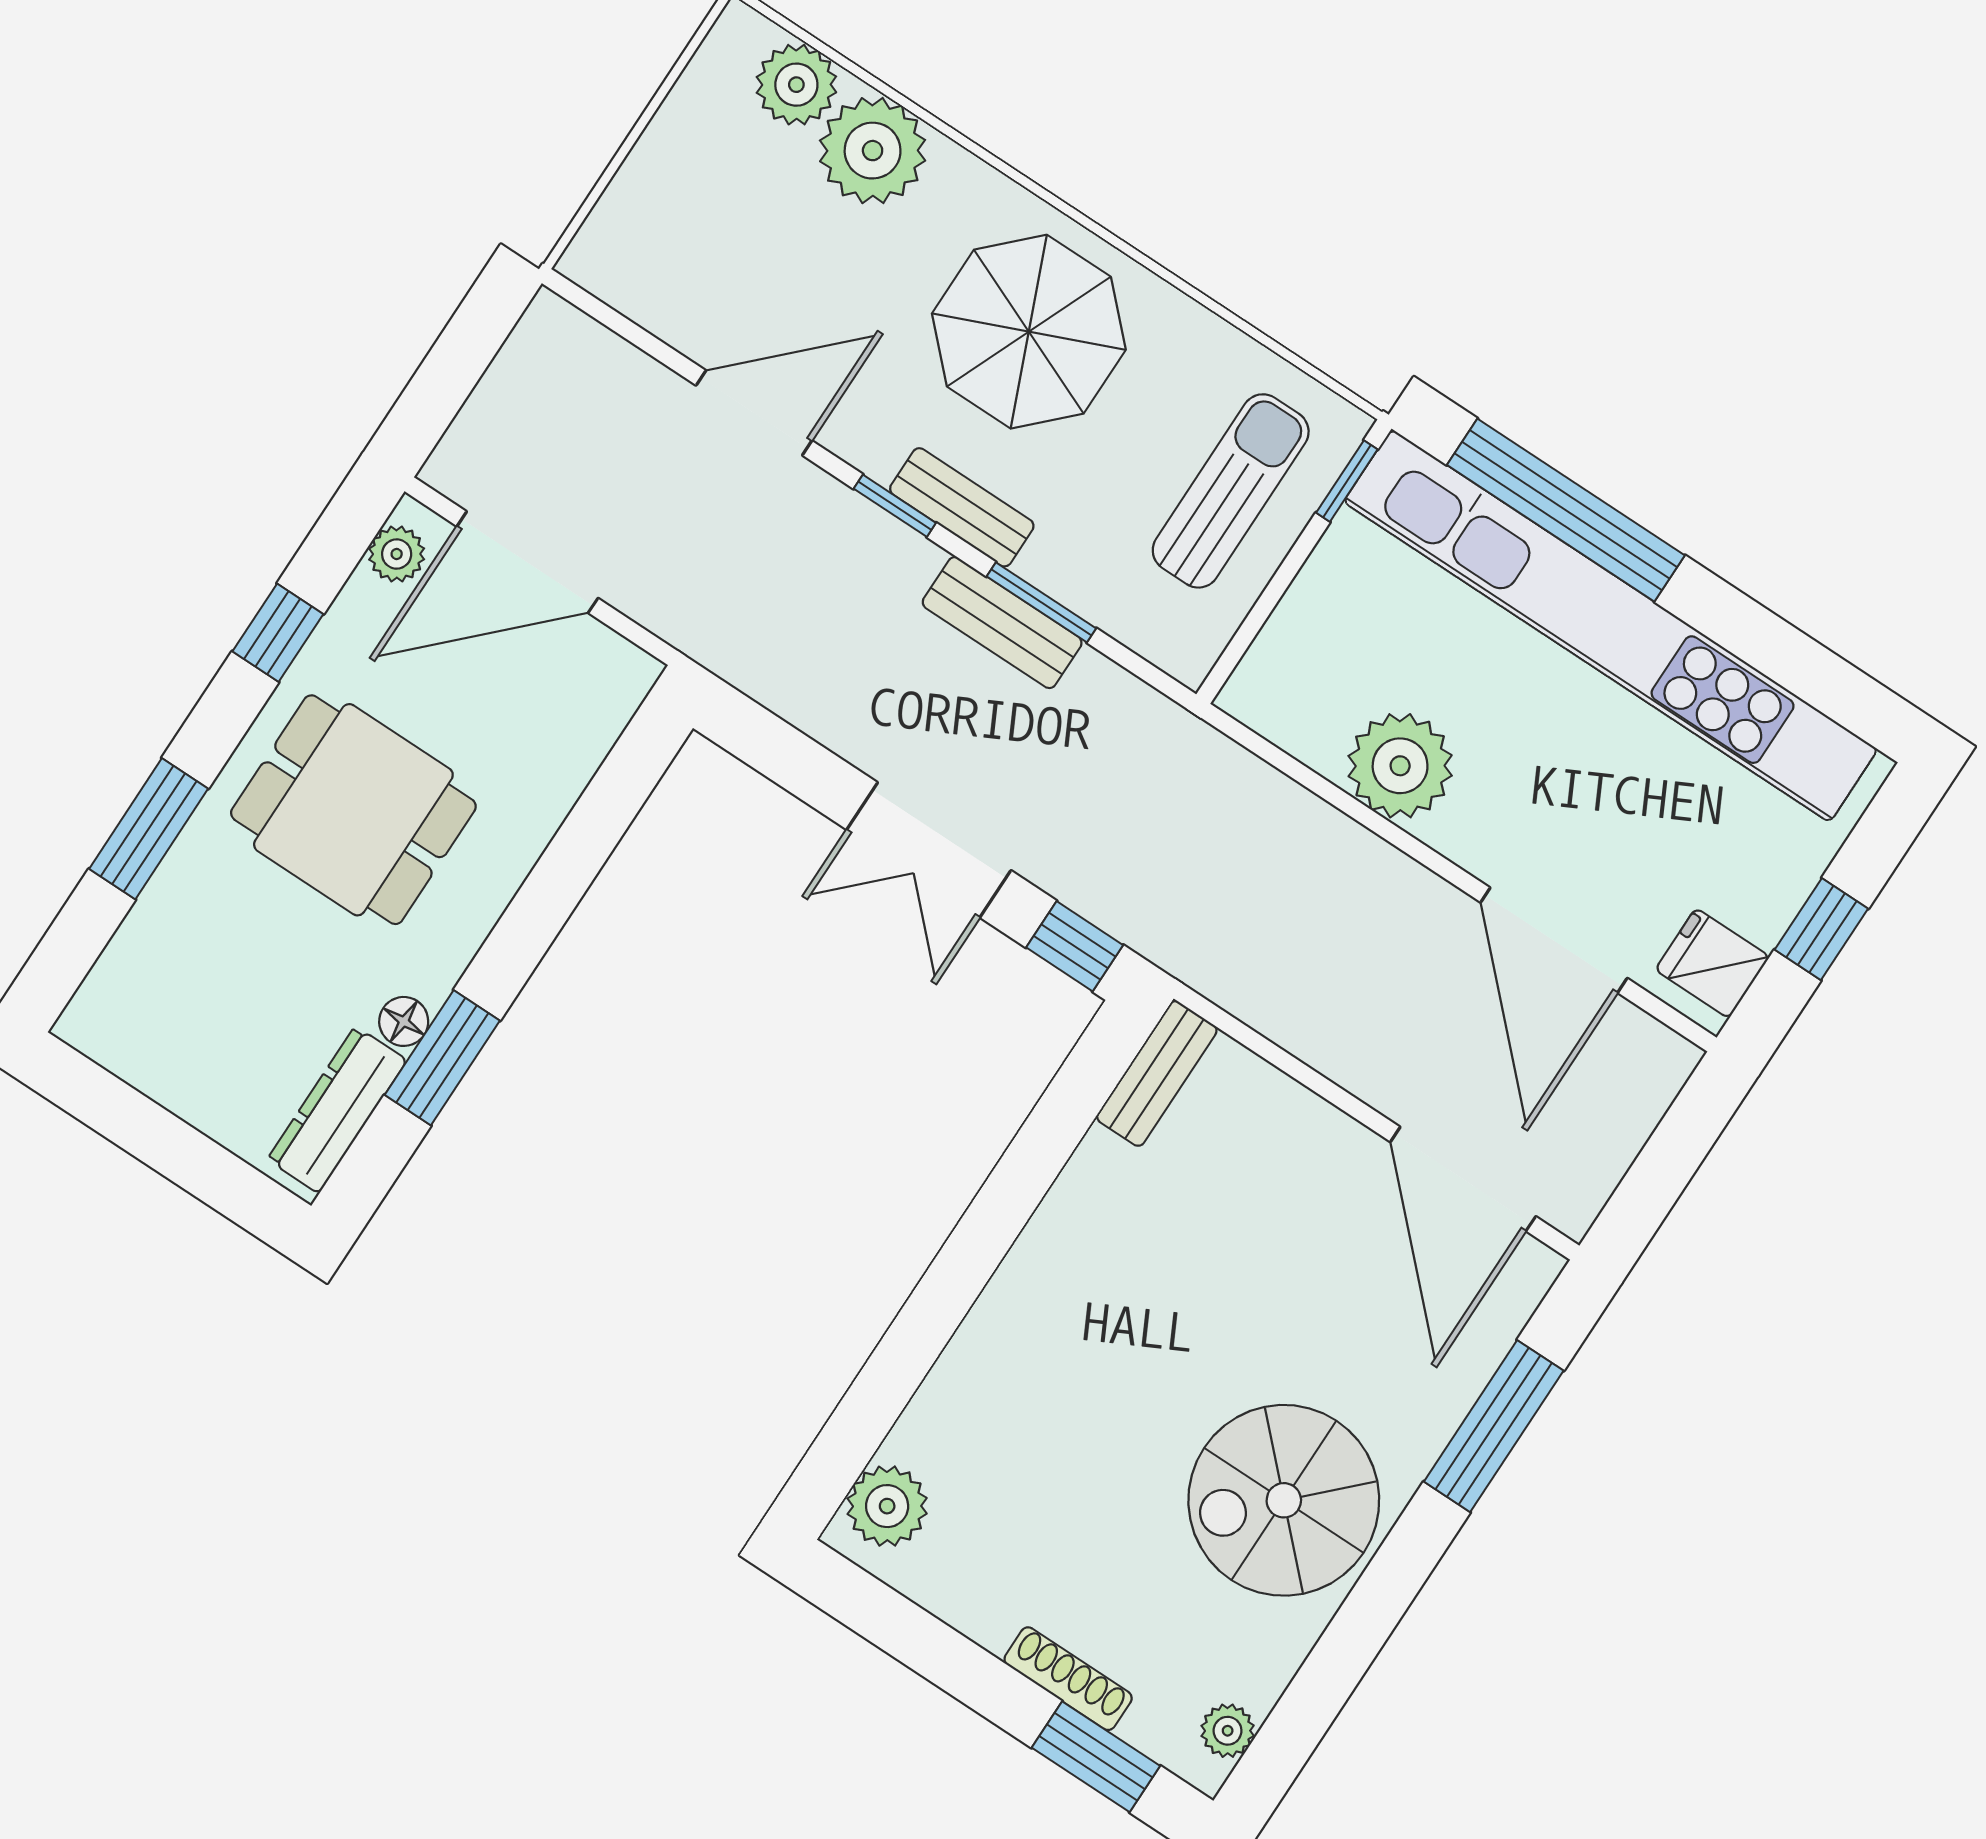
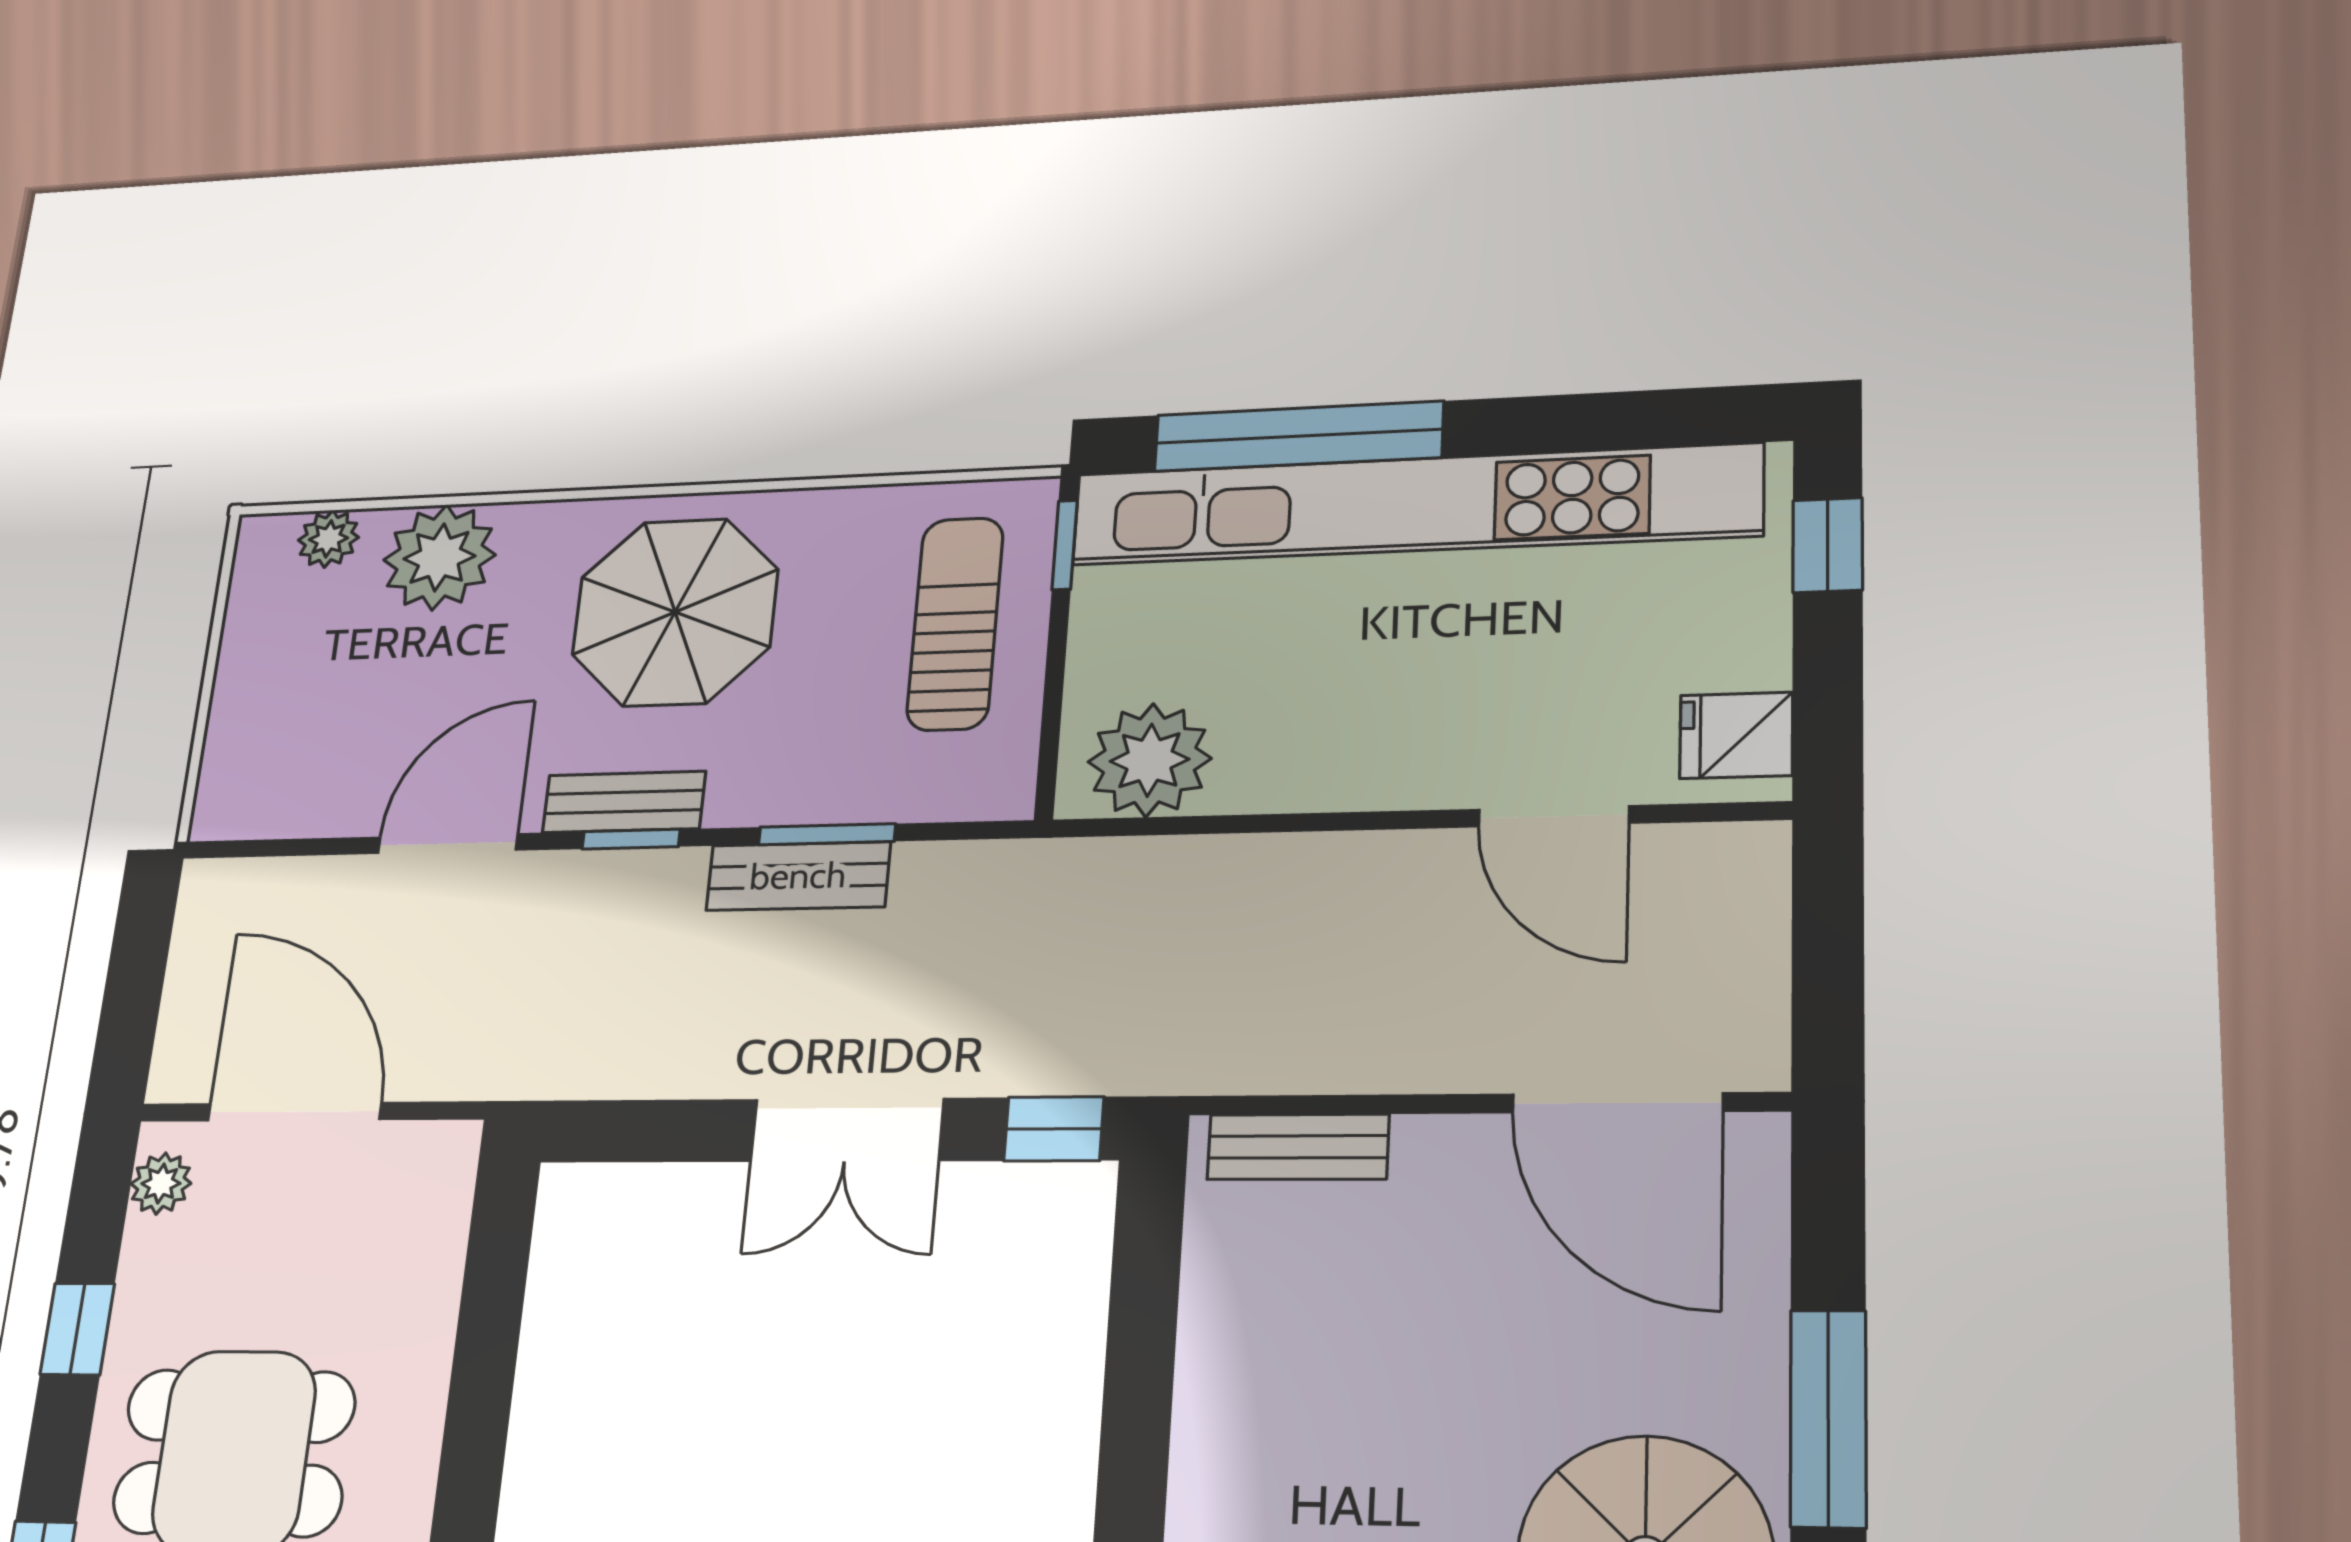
plant: (796, 85) -> (328, 539), width x0.73, depth x0.73
bench: (962, 507) -> (624, 802), moved
door: (527, 562) -> (294, 1112), swing flipped
plant: (1400, 766) -> (1150, 760), moved
window: (1821, 929) -> (1828, 545), moved
door: (1554, 940) -> (1554, 816), width x0.73
bench: (1157, 1073) -> (1298, 1147), moved, turned 90
window: (1494, 1426) -> (1828, 1418), moved

